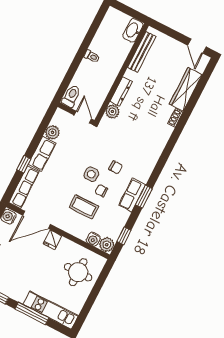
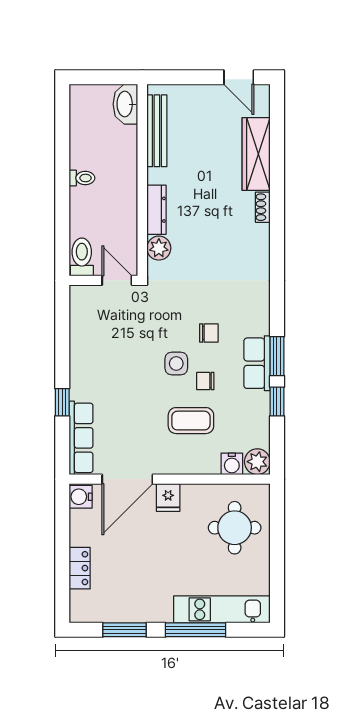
plant: (52, 132) -> (81, 329), removed
row of seats: (42, 154) -> (83, 371), removed
window: (124, 236) -> (277, 402), moved

